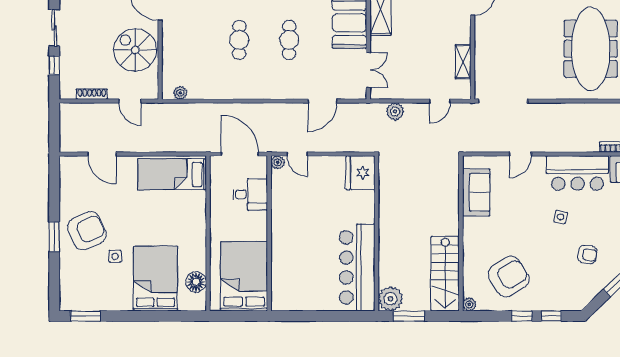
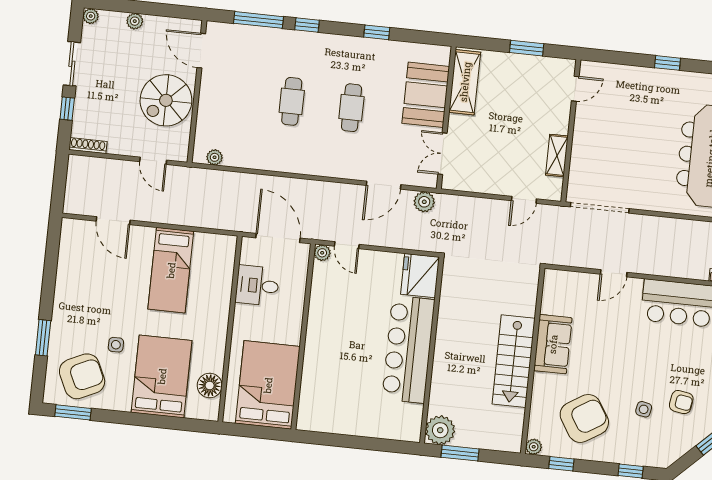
spiral stairs: (135, 50) -> (166, 100), turned -90
double door: (368, 70) -> (442, 154), swing flipped
shoe rack: (92, 94) -> (88, 146), moved
plant: (395, 111) -> (424, 202), moved
bed: (172, 174) -> (171, 270), moved, turned -90
sofa: (476, 192) -> (553, 344), moved
desk: (250, 194) -> (257, 286), moved, turned 180
side table: (561, 217) -> (644, 409), moved
armchair: (87, 231) -> (82, 376), moved
window: (54, 237) -> (43, 338), moved
bar counter: (357, 267) -> (408, 349), moved
stairs: (445, 274) -> (514, 361), moved
window: (522, 316) -> (561, 464), moved

